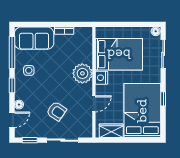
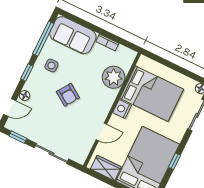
plant: (82, 73) -> (114, 77), moved
armchair: (56, 111) -> (68, 95), moved

